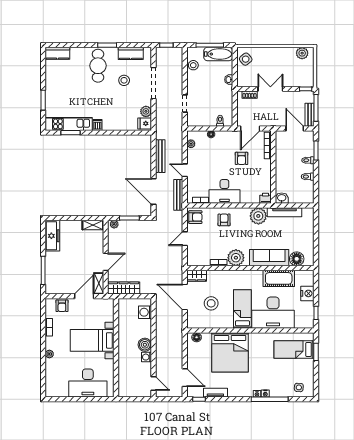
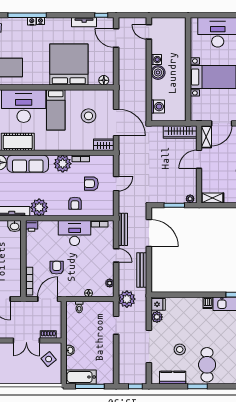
side table: (246, 59) -> (49, 359), moved
stool: (193, 65) -> (107, 365), removed
plant: (175, 128) -> (127, 299), added
armchair: (195, 217) -> (91, 184), moved

